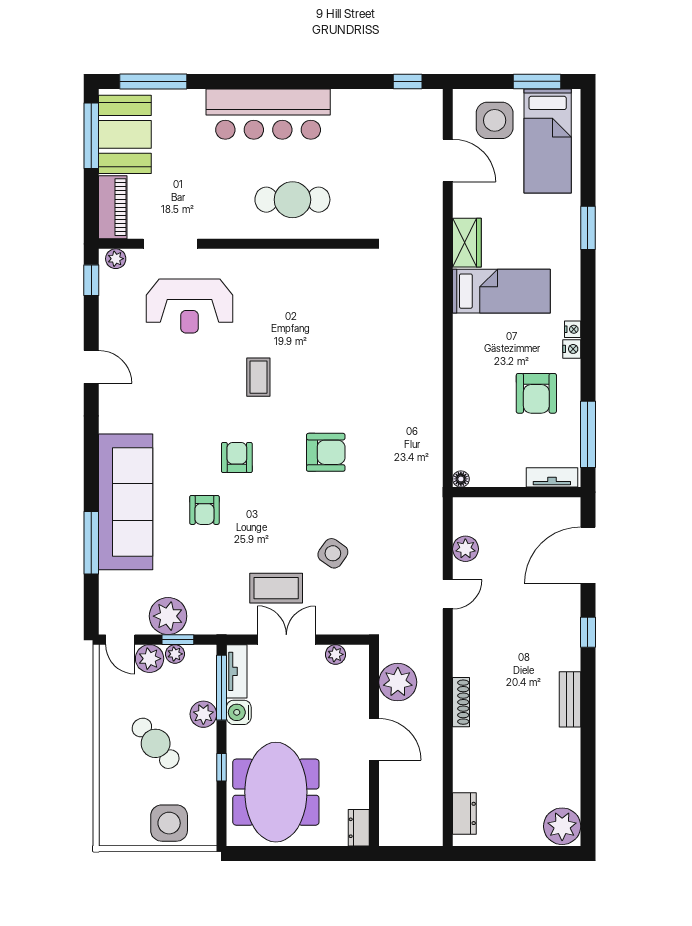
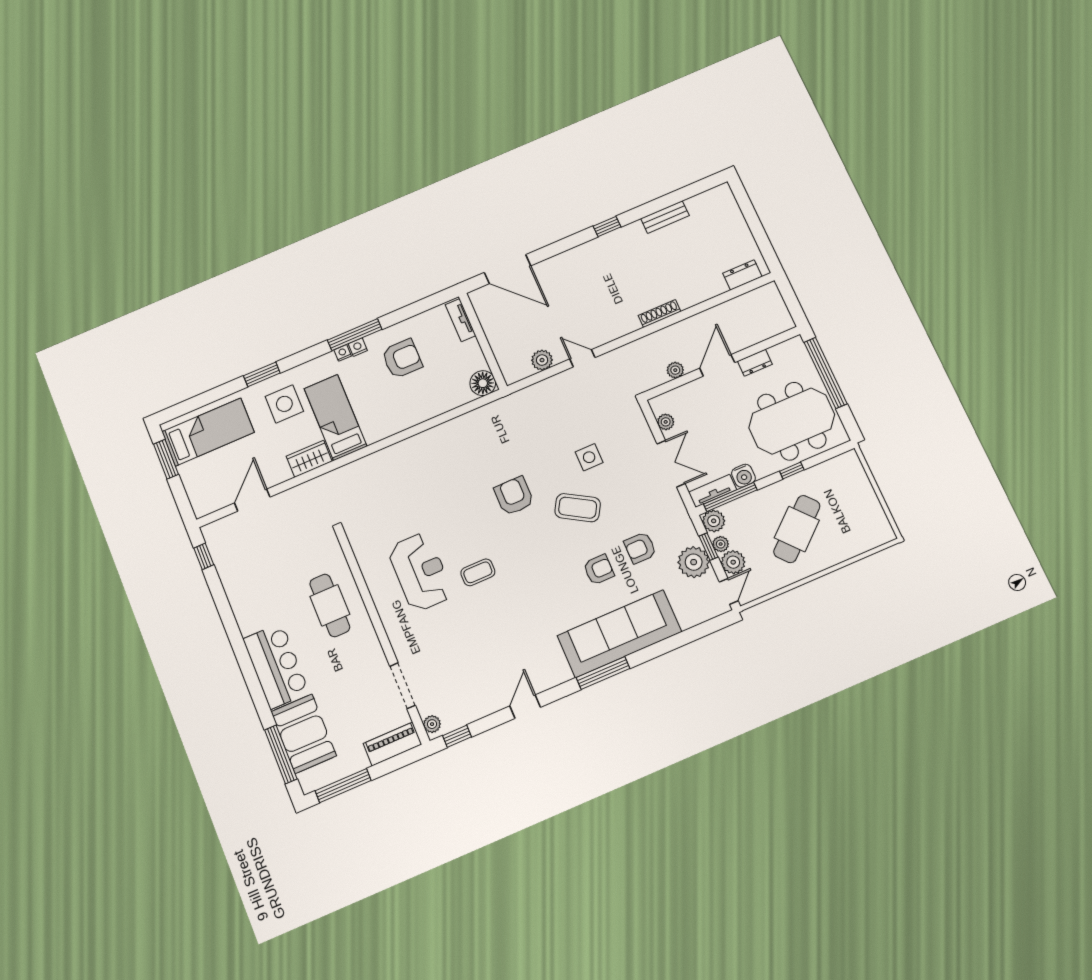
bar counter: (268, 114) -> (276, 666), width x0.73
side table: (495, 120) -> (284, 404), moved
booth: (125, 134) -> (304, 734), moved, turned 90
reception desk: (189, 306) -> (420, 572), moved
window: (588, 434) -> (355, 335), moved
armchair: (237, 458) -> (640, 548), moved
floor lamp: (461, 479) -> (483, 383), width x1.89, depth x1.89
window: (91, 543) -> (603, 673), moved
side table: (333, 553) -> (589, 457), turned -35
coffee table: (276, 588) -> (578, 508), moved, turned -59
window: (588, 632) -> (607, 227), moved
double door: (286, 640) -> (671, 464), swing flipped
plant: (398, 682) -> (675, 370), width x0.53, depth x0.53
bench: (570, 699) -> (665, 217), moved
plant: (203, 714) -> (714, 521), moved
cafe table: (156, 743) -> (797, 529), width x1.37, depth x1.35
side table: (169, 823) -> (854, 492), removed
plant: (562, 826) -> (719, 201), removed
dresser: (359, 828) -> (755, 363), moved
window: (313, 854) -> (826, 373), added

